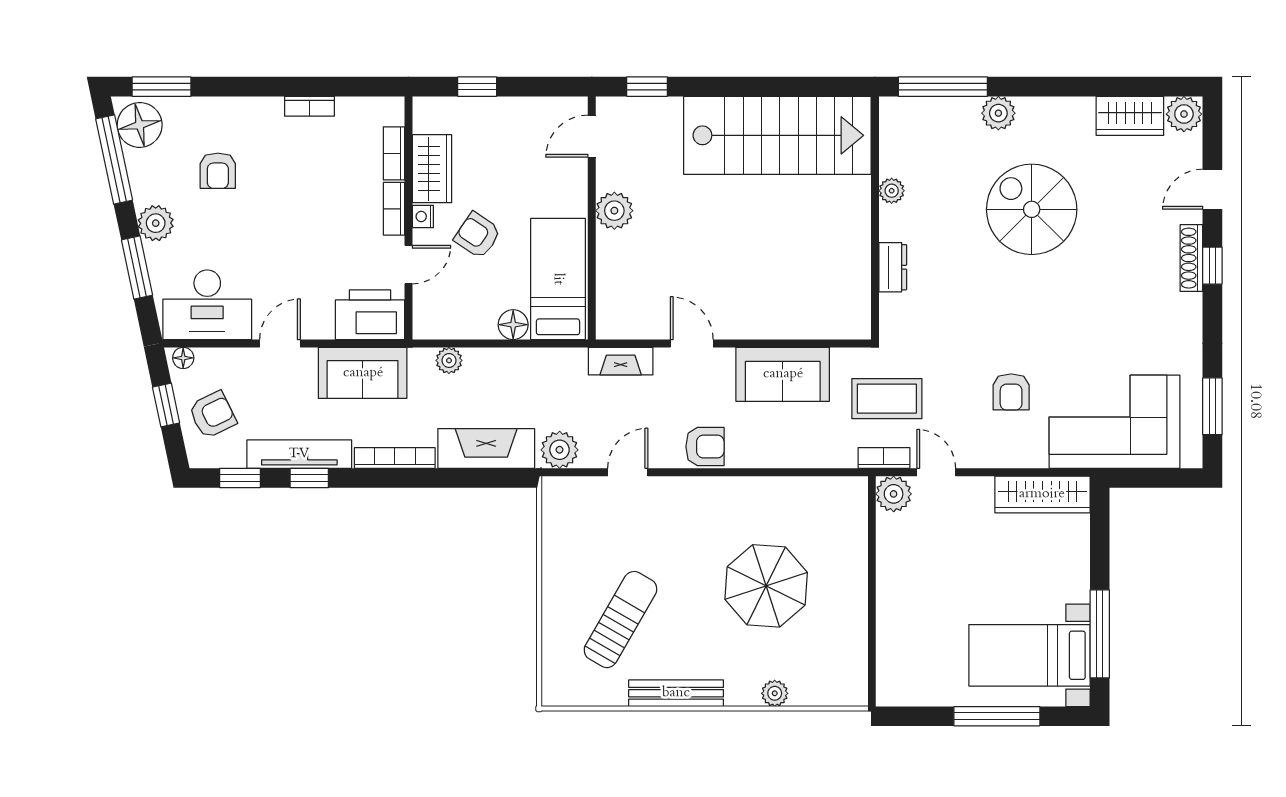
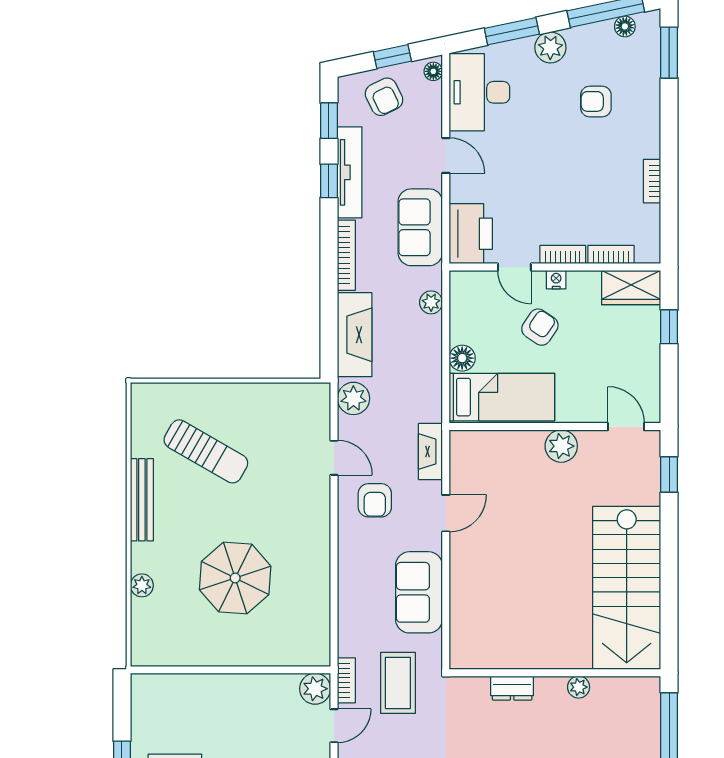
floor lamp: (140, 125) -> (625, 26), width x0.53, depth x0.53
wardrobe: (432, 169) -> (631, 288), moved
armchair: (705, 447) -> (375, 500), moved

